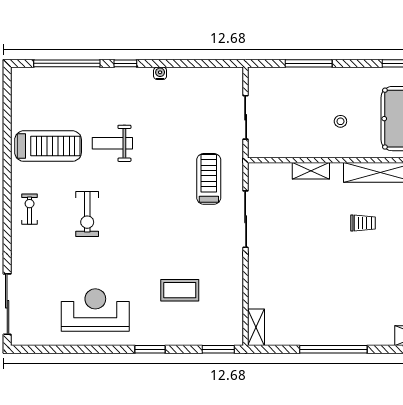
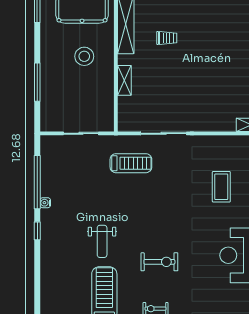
window: (67, 63) -> (37, 182), moved
stool: (340, 121) -> (84, 56), width x1.89, depth x1.89
treadmill: (209, 179) -> (131, 163), turned 180
trolley: (363, 223) -> (167, 38), turned 90

